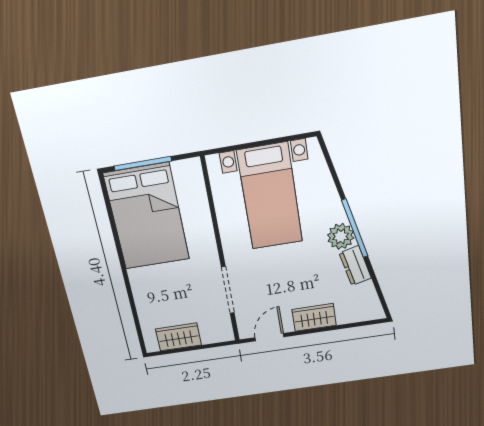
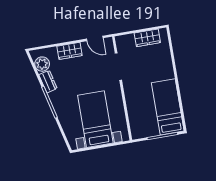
bed: (147, 217) -> (168, 107), width x0.67
plant: (341, 236) -> (42, 64), moved
door: (269, 337) -> (95, 38), hinge flipped

